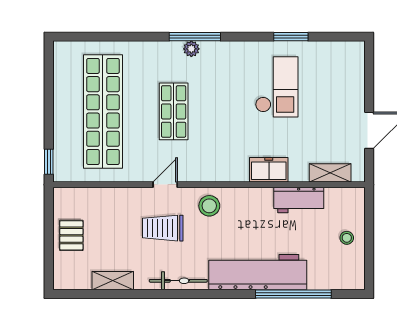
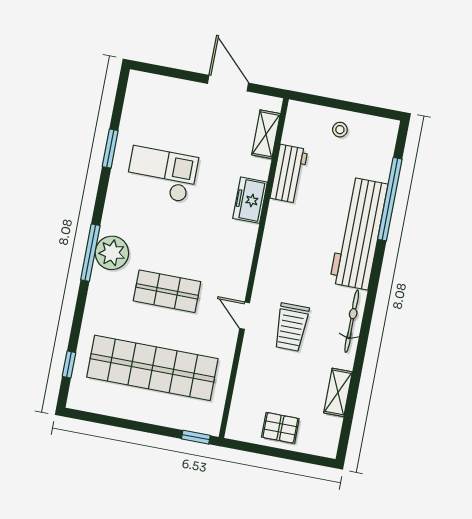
window: (92, 37) -> (69, 364), added
plant: (191, 49) -> (112, 253), width x1.88, depth x1.88
stool: (209, 206) -> (277, 272), removed

